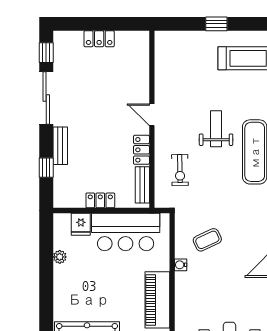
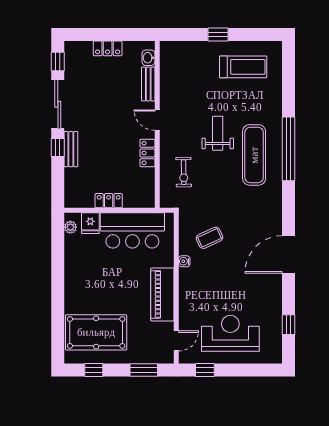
washbasin: (143, 49) -> (148, 58), added
window: (46, 168) -> (58, 147), moved
bench: (142, 185) -> (148, 84), moved
plant: (60, 257) -> (70, 227), moved

